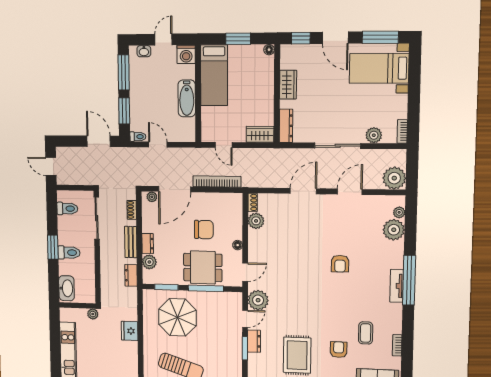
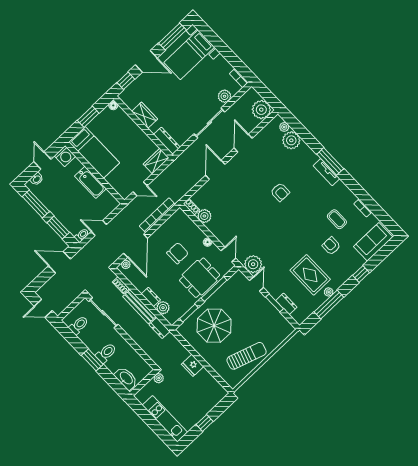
bench: (131, 242) -> (139, 307), width x1.36
window: (409, 280) -> (330, 161), width x0.68
dresser: (254, 341) -> (286, 304), moved

